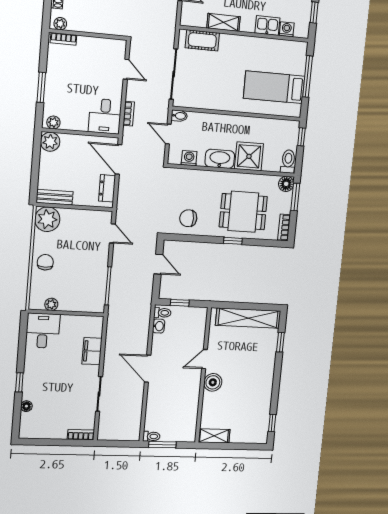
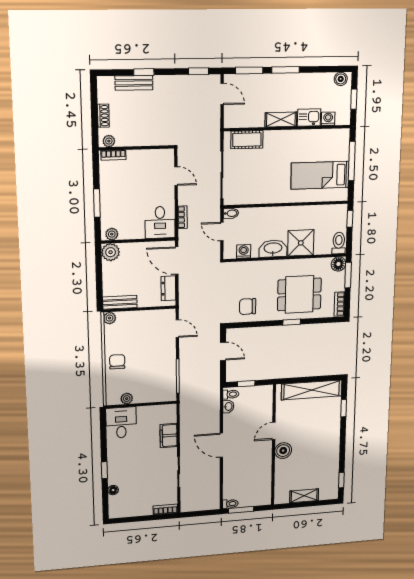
shelving: (223, 22) -> (281, 120), moved
plant: (47, 219) -> (109, 318), width x0.53, depth x0.53
shelving: (214, 436) -> (304, 496), moved

